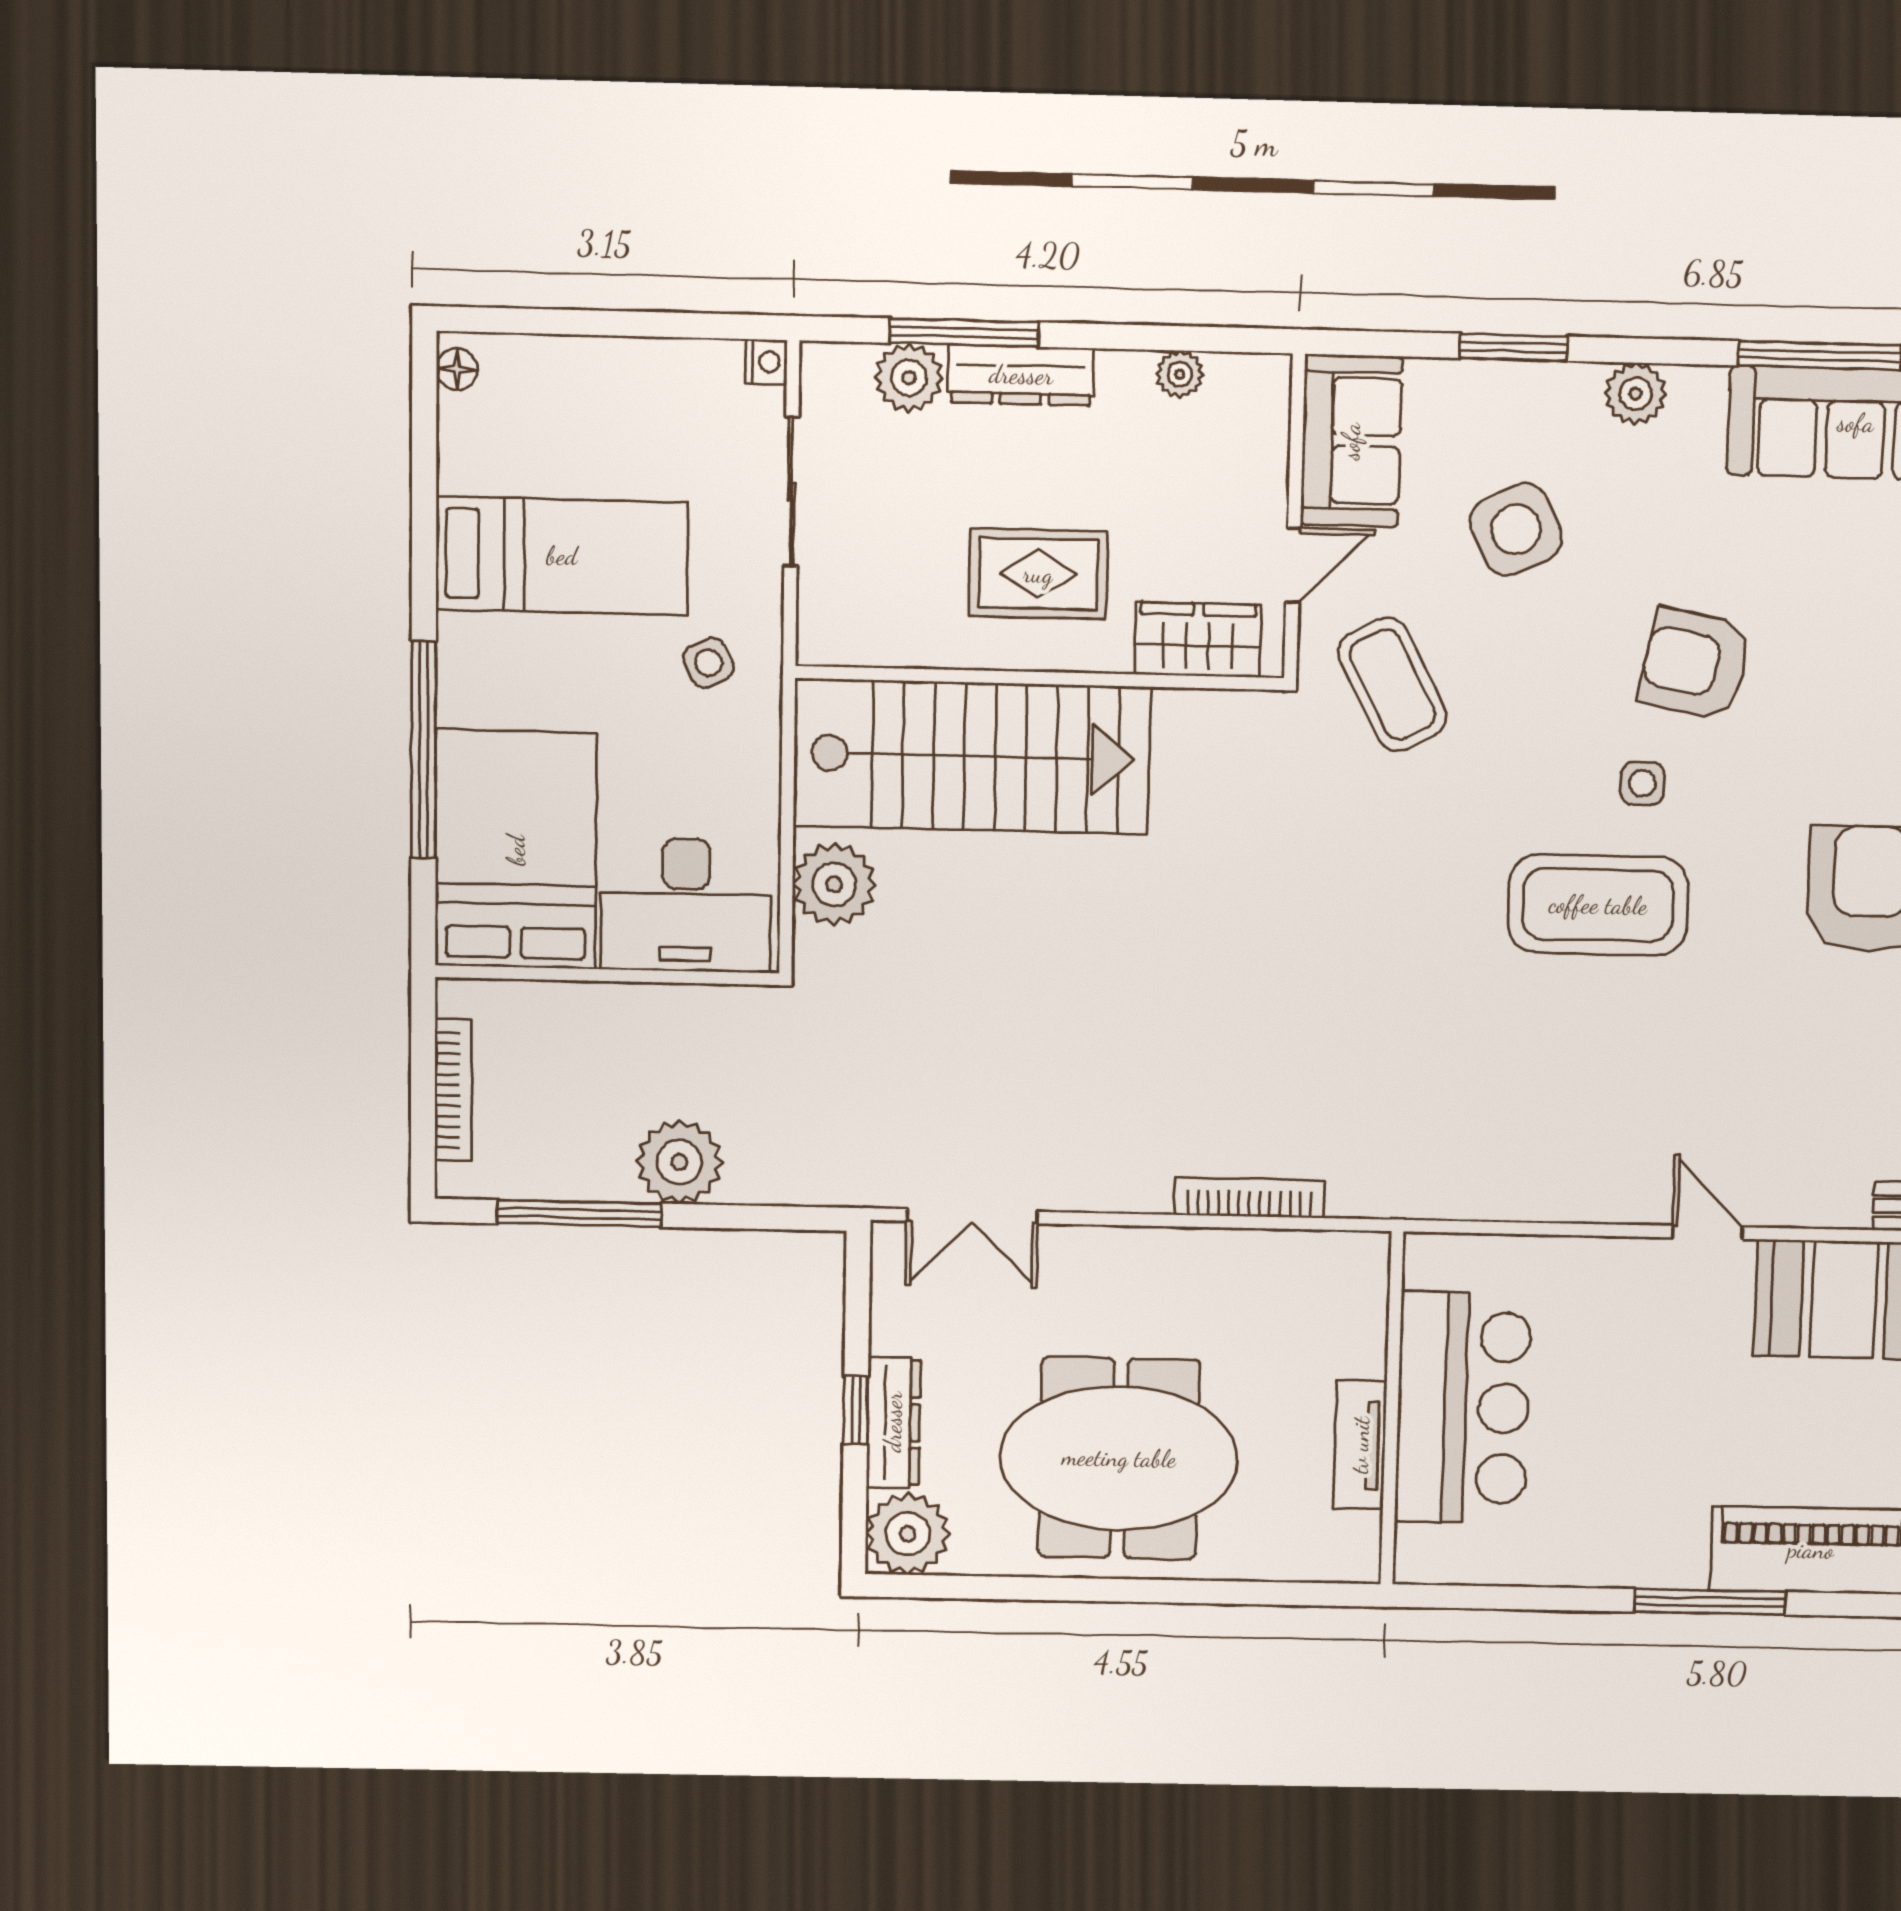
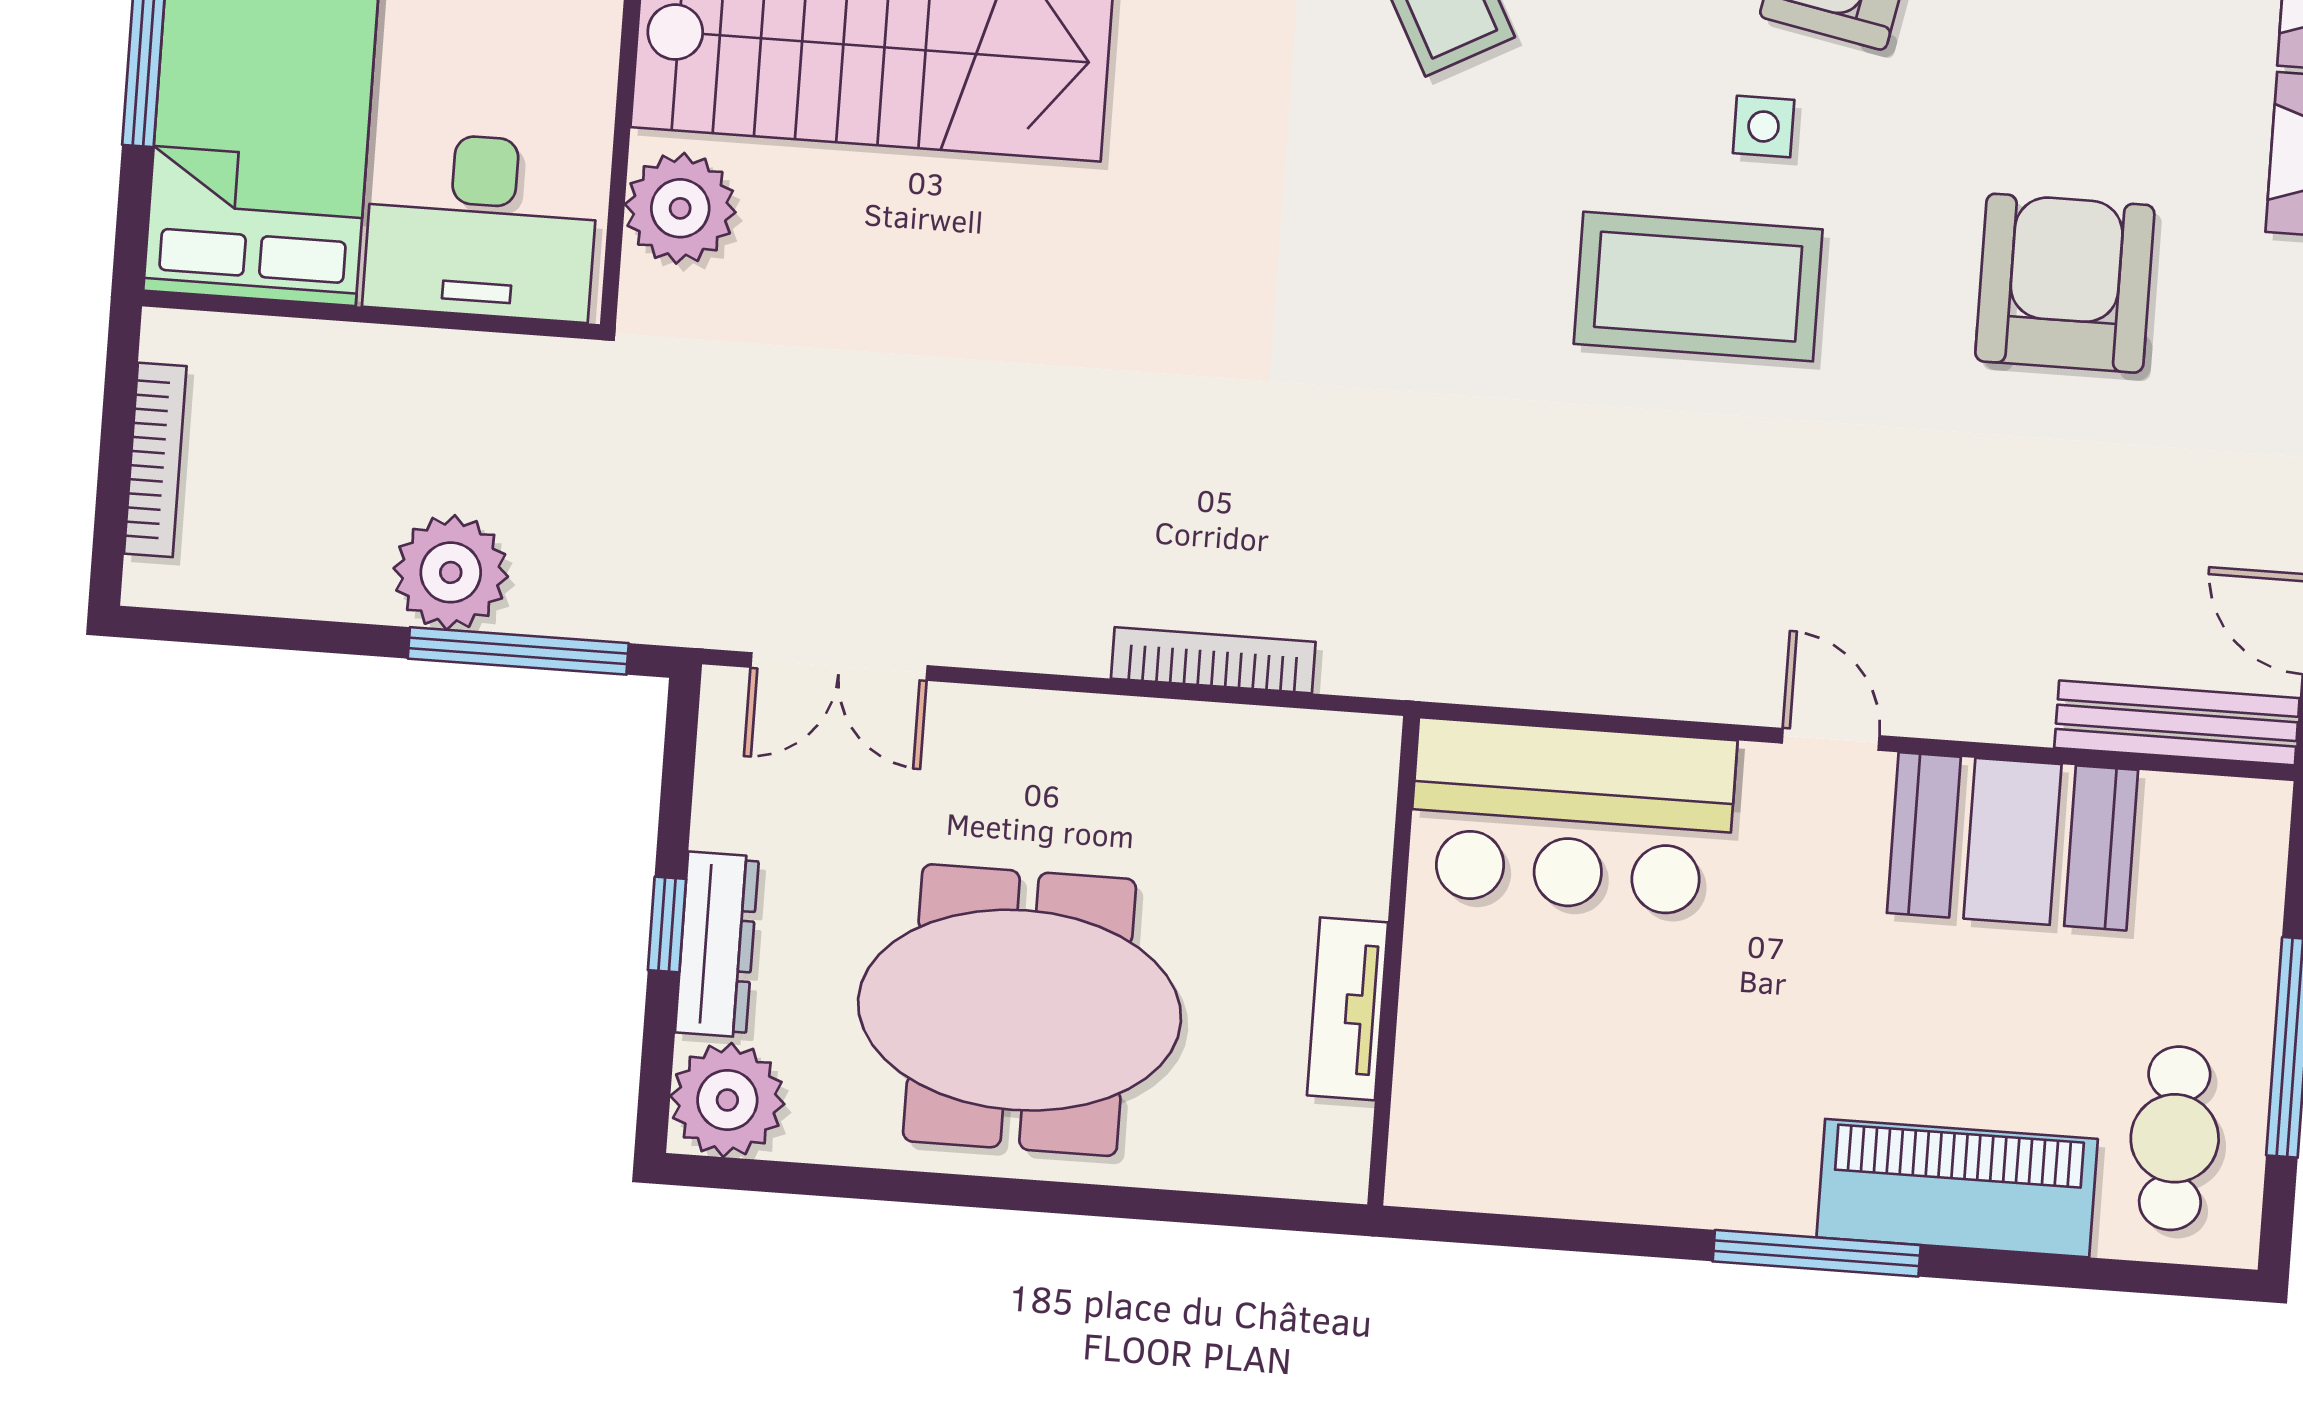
window: (579, 1214) -> (518, 651), moved
bar counter: (1463, 1408) -> (1572, 817), moved, turned 90

